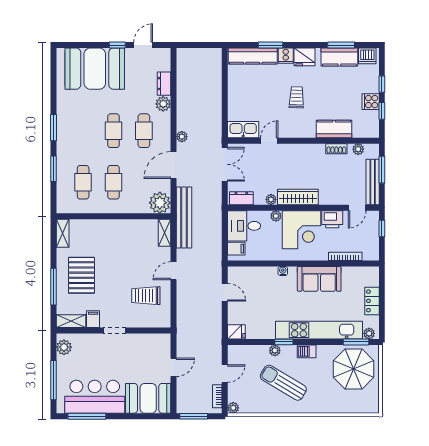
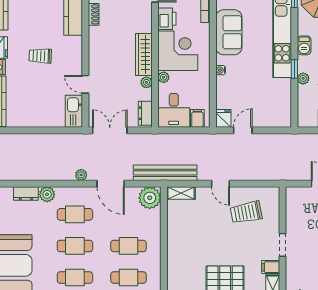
cafe table: (83, 131) -> (75, 278), added
trolley: (146, 296) -> (246, 212), turned 79
fridge: (236, 332) -> (223, 118), moved

